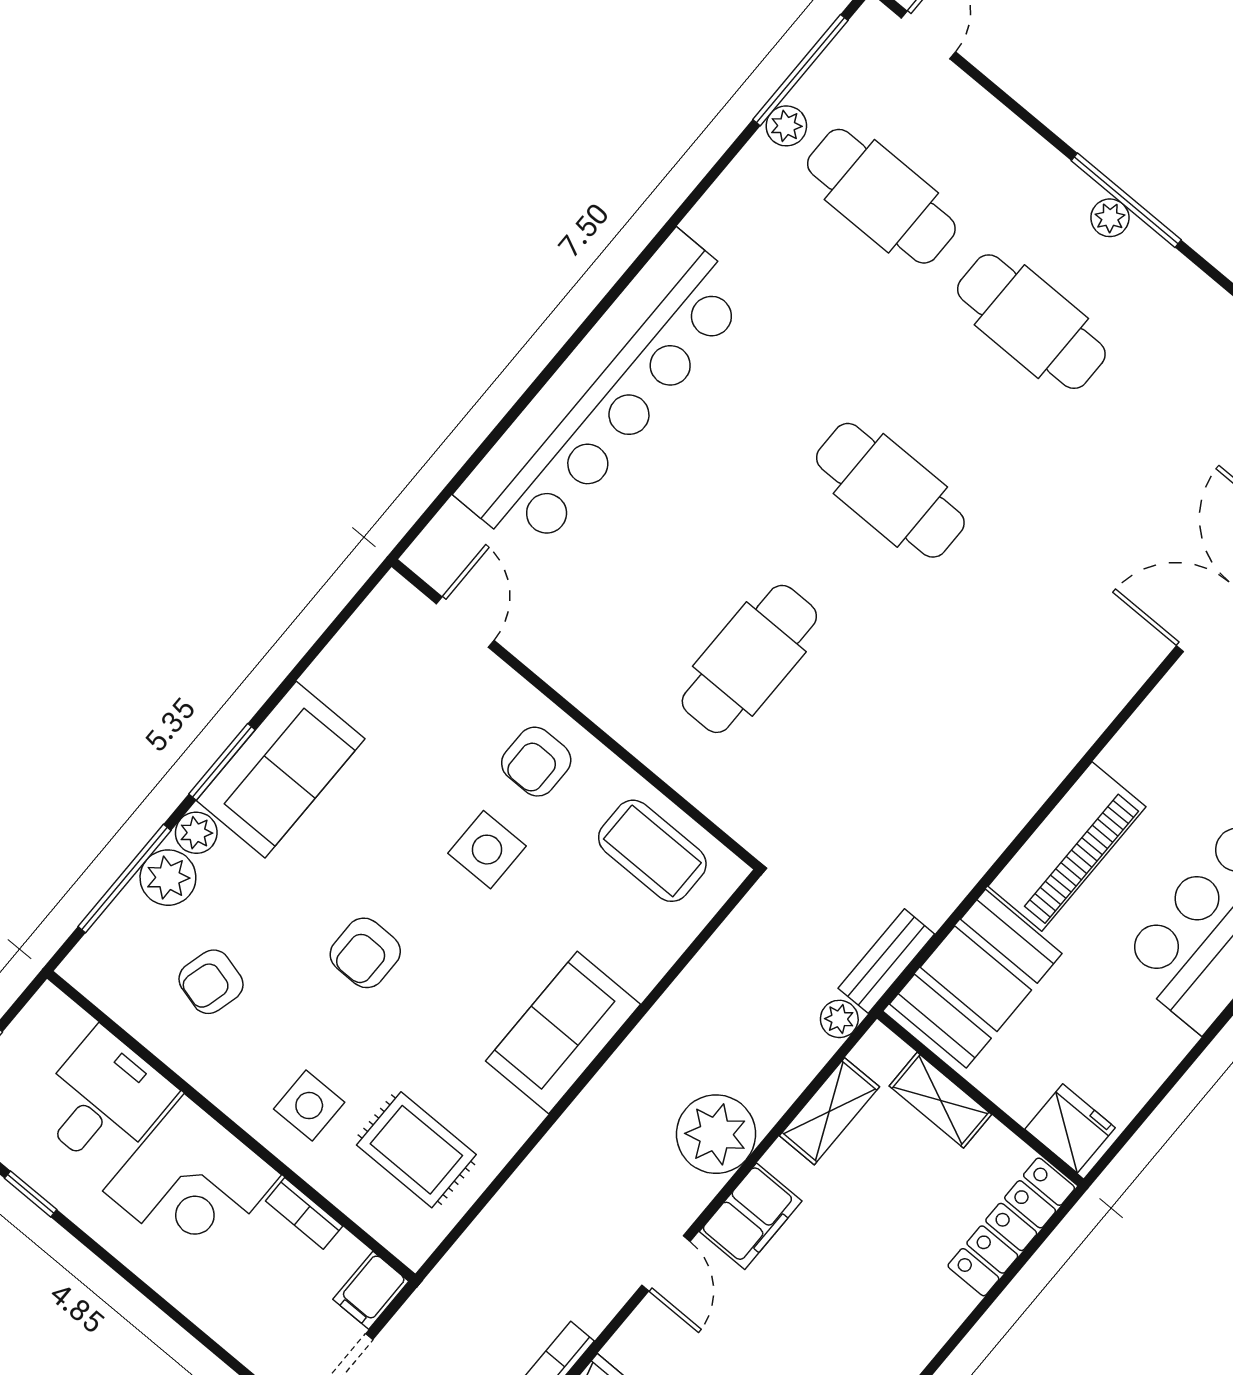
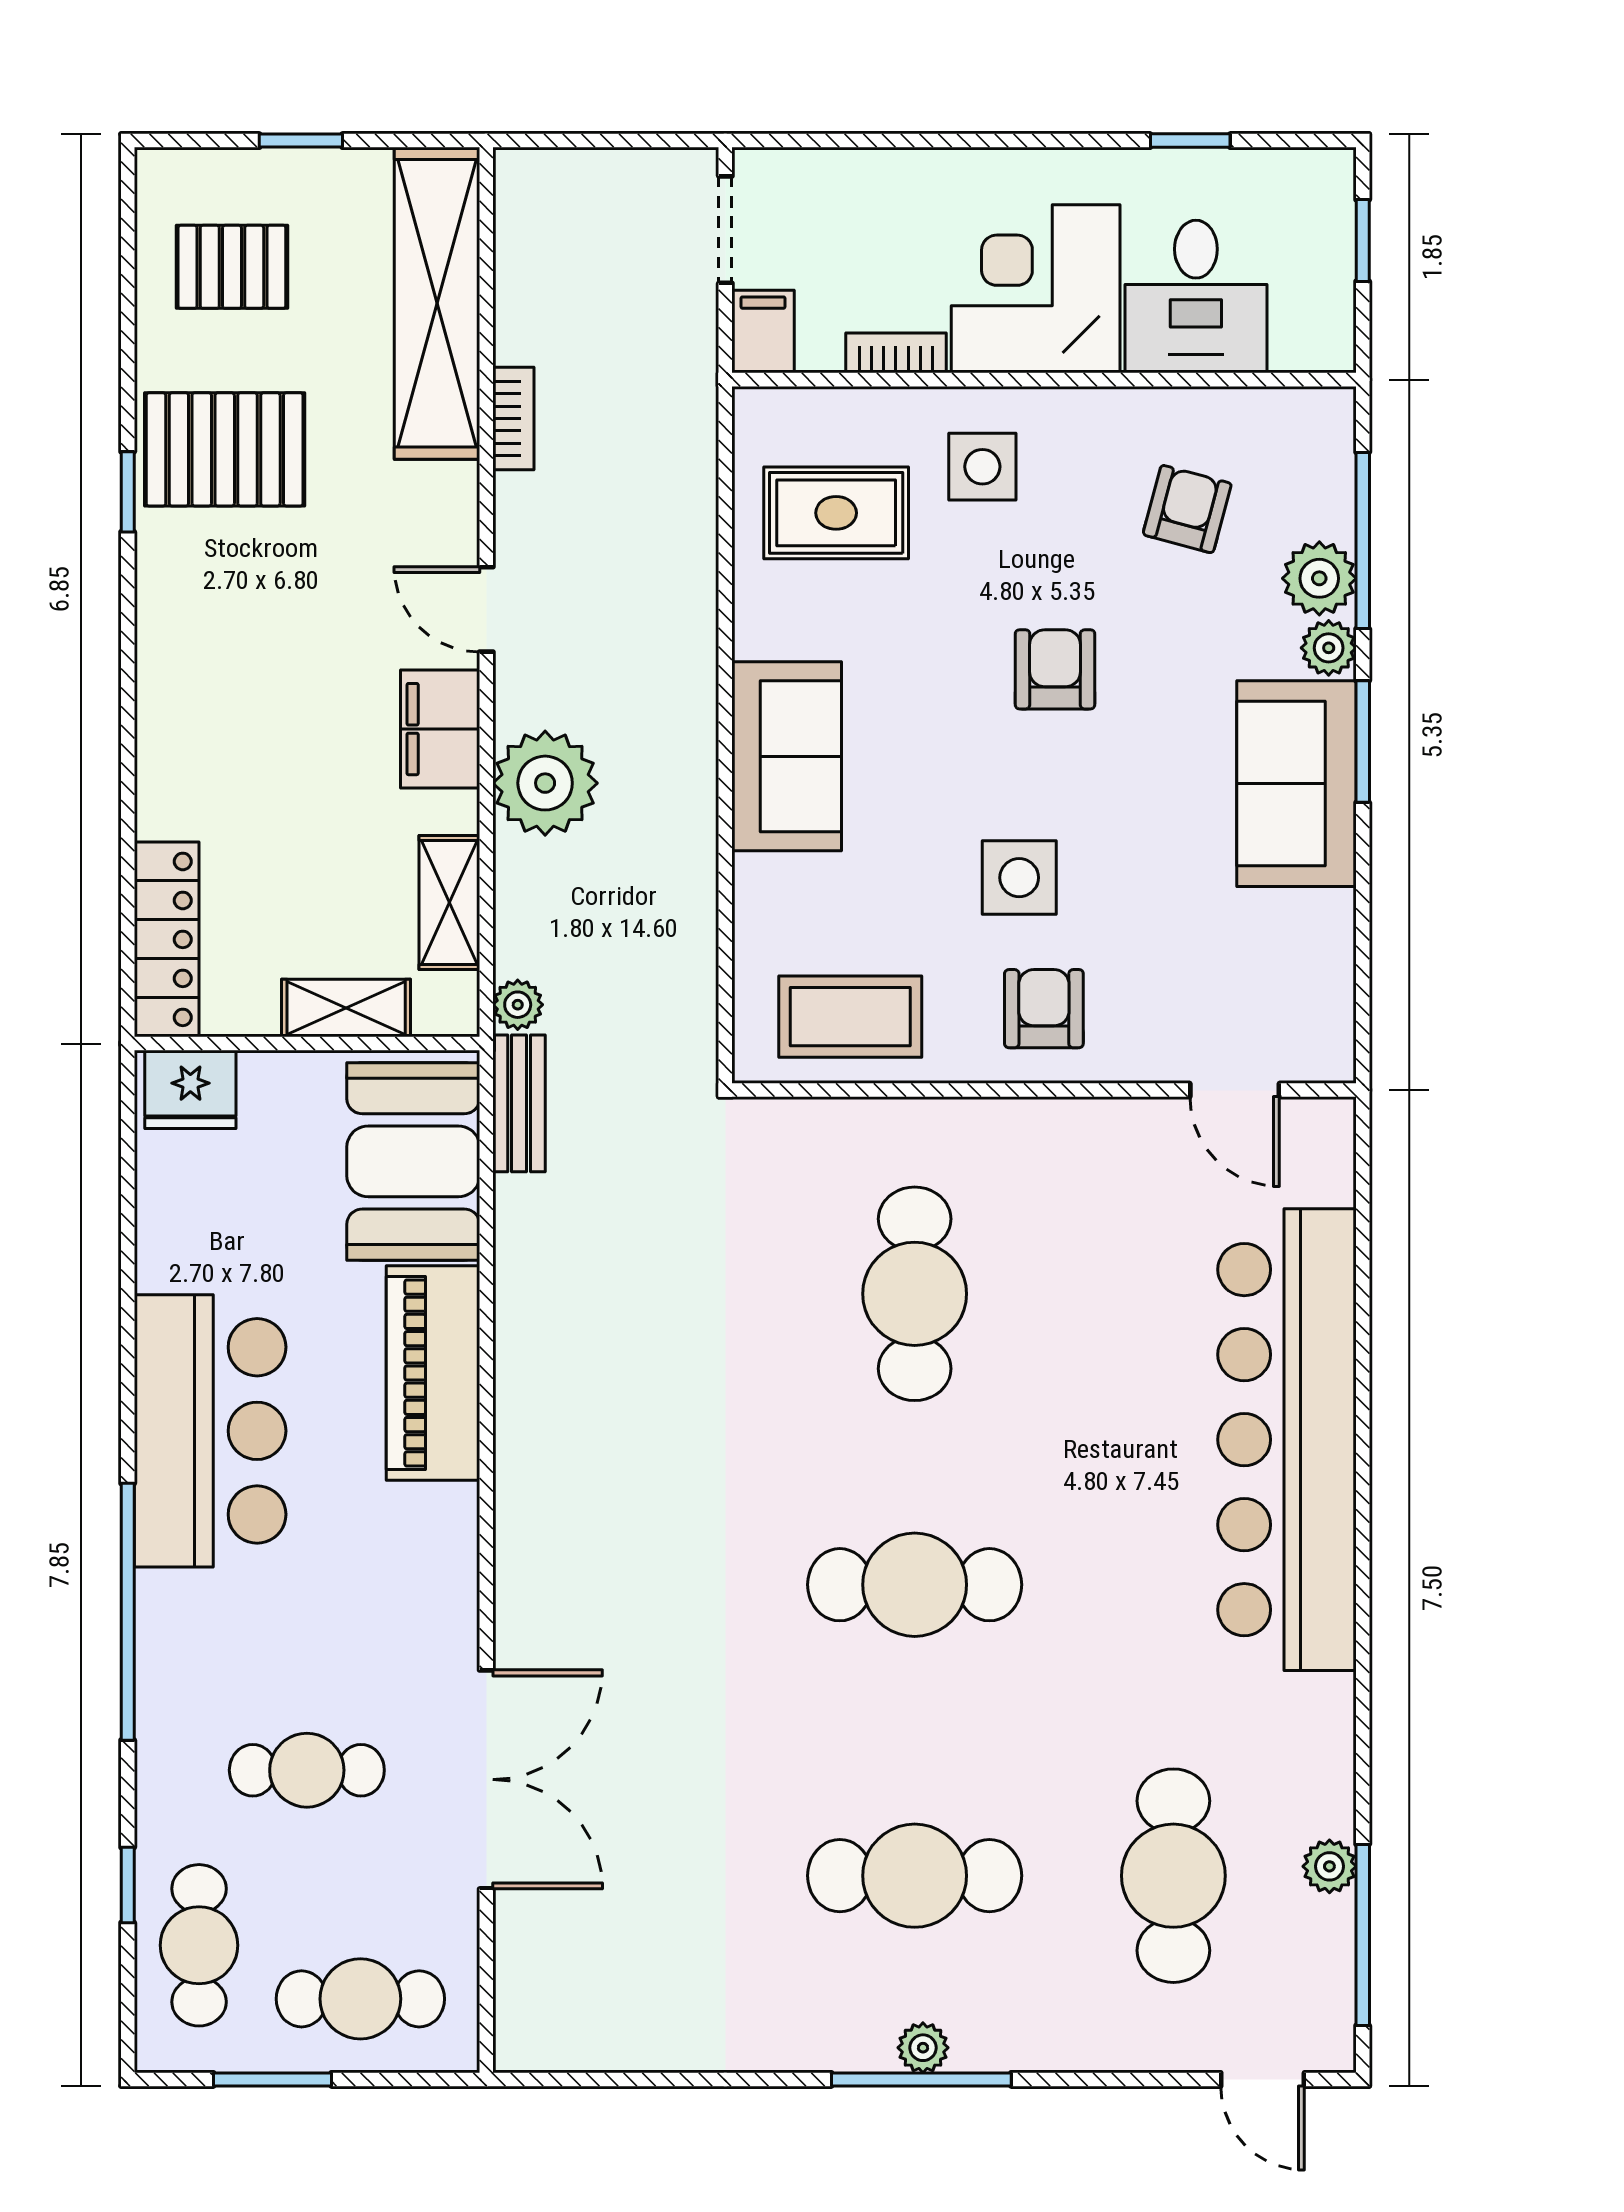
cafe table: (881, 196) -> (1173, 1876), turned 90

